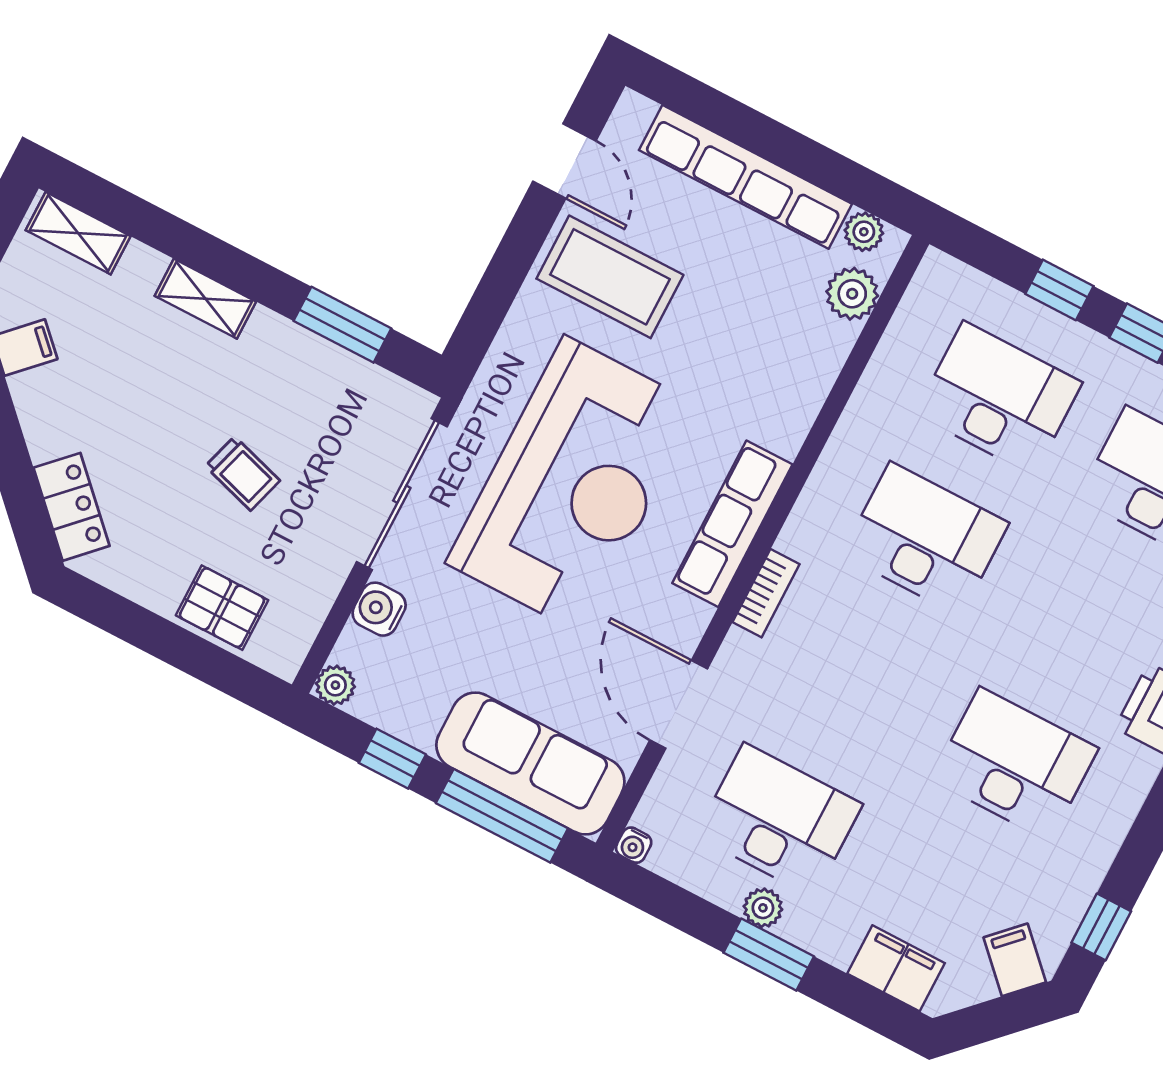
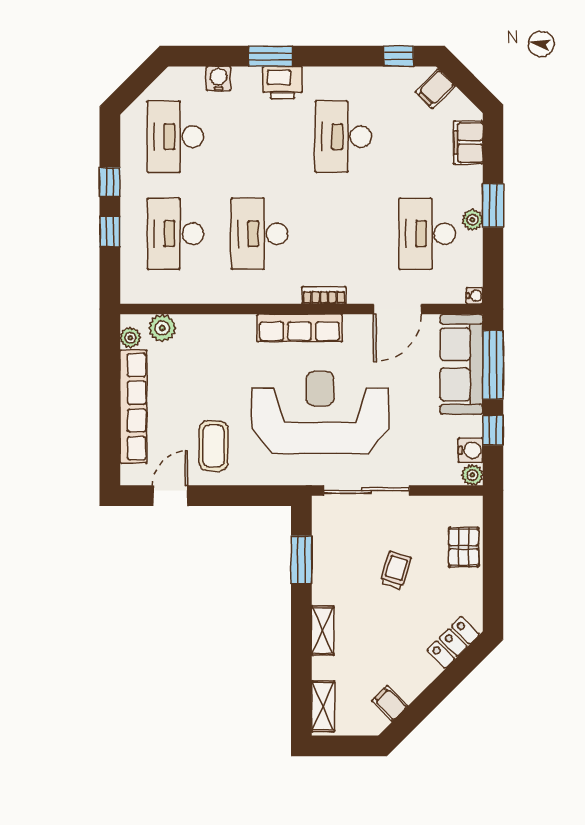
coffee table: (610, 277) -> (214, 446), width x0.73, depth x0.76
water cooler: (379, 609) -> (470, 450), moved, turned -90

